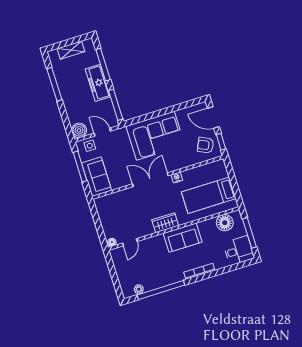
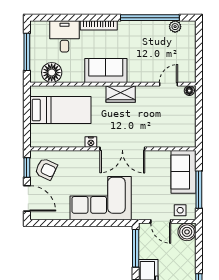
desk: (239, 251) -> (64, 36), moved, turned 90

